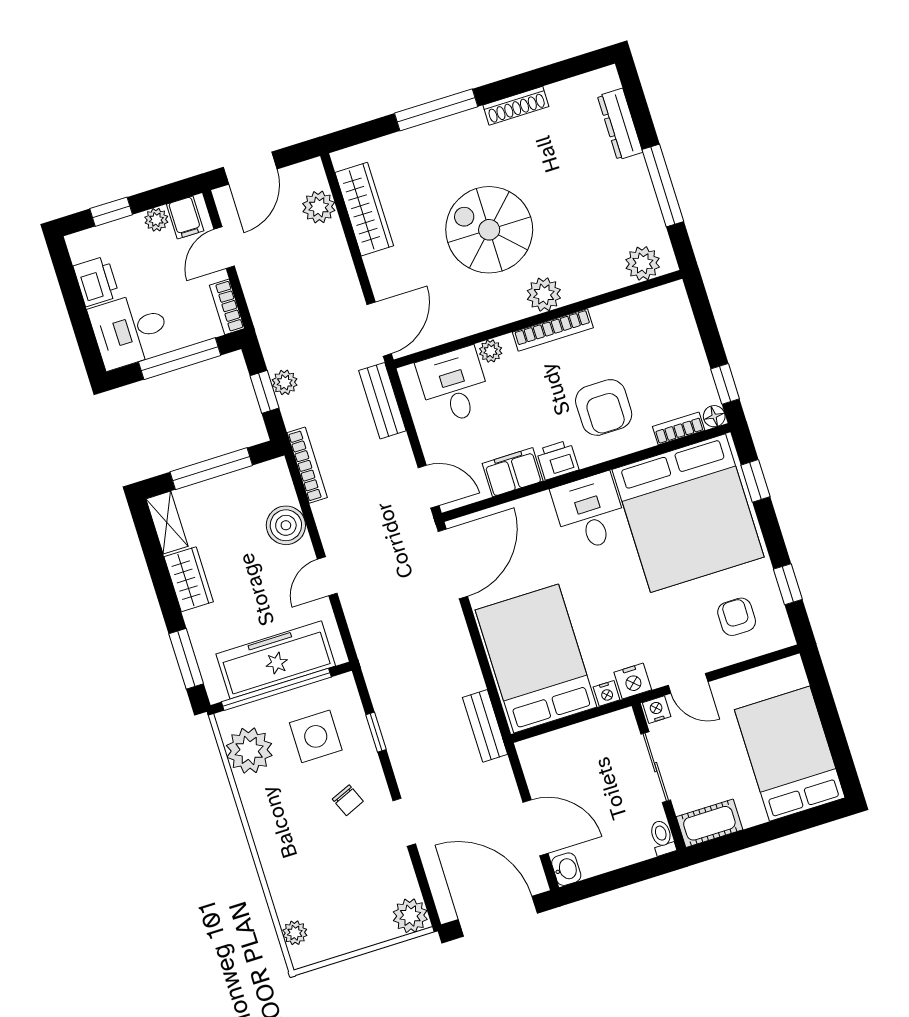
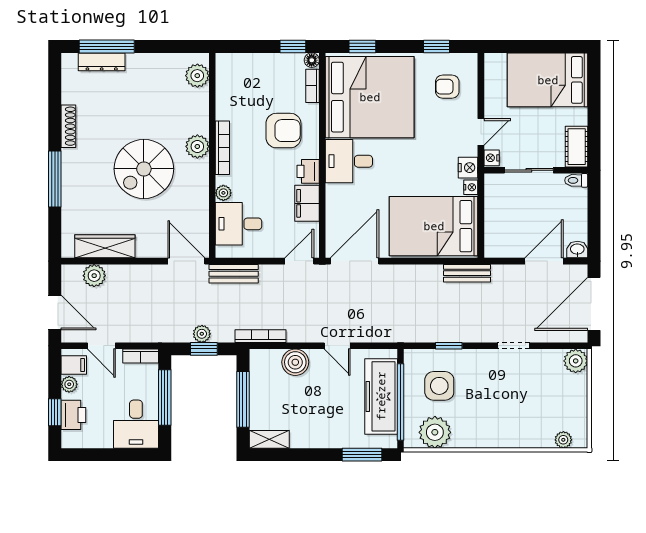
window: (663, 186) -> (107, 46), moved
printer: (96, 281) -> (73, 415), moved, turned 90
door: (453, 564) -> (355, 261), hinge flipped
wardrobe: (189, 579) -> (311, 437), removed
chair: (348, 800) -> (488, 378), removed

